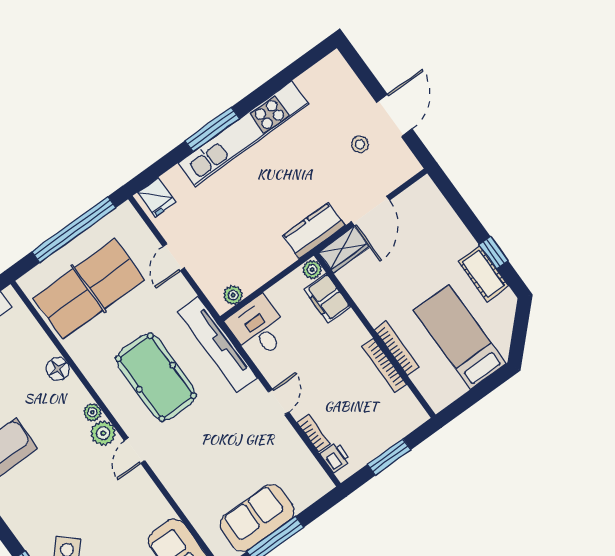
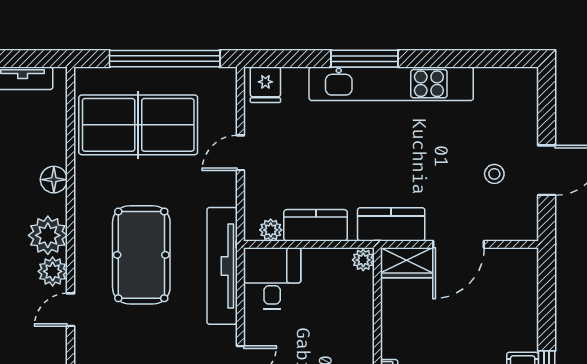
kitchen counter: (262, 269) -> (316, 225), added
filing cabinet: (327, 298) -> (358, 297), removed
plant: (92, 412) -> (48, 235), width x1.88, depth x1.88

